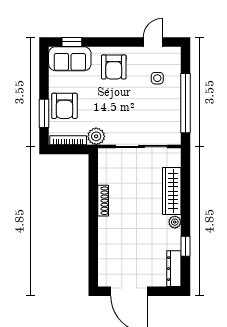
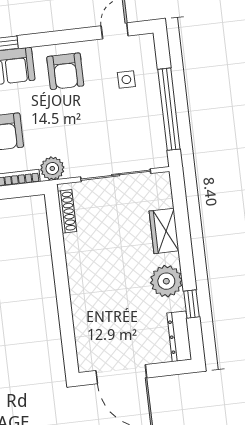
wardrobe: (172, 191) -> (164, 231), width x0.67
shoe rack: (103, 201) -> (67, 211), moved
plant: (175, 222) -> (166, 281), width x1.88, depth x1.88

